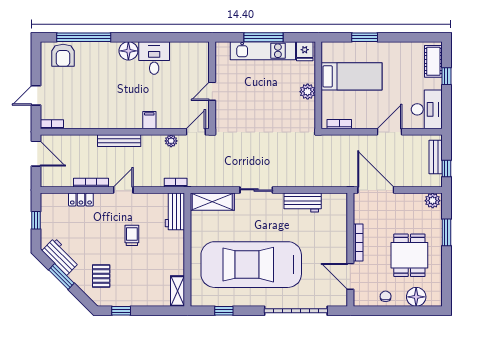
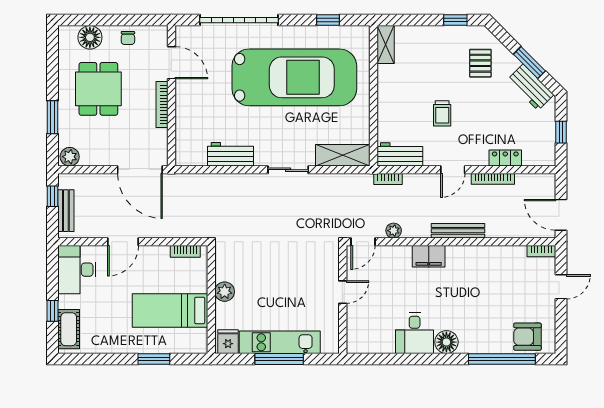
armchair: (63, 55) -> (527, 337), turned -90
filing cabinet: (149, 120) -> (429, 256), width x2.00
workbench: (175, 211) -> (400, 154), moved, turned -90

